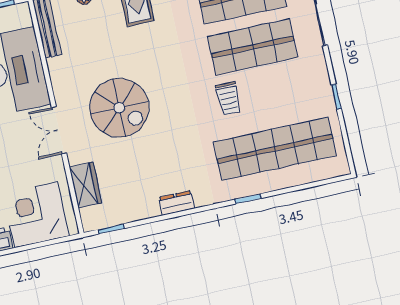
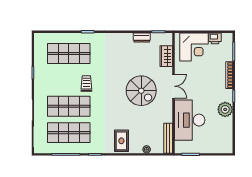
spiral stairs: (119, 108) -> (141, 91), turned 180
shop shelf: (275, 149) -> (69, 54), width x0.71
dresser: (177, 203) -> (142, 37), moved

